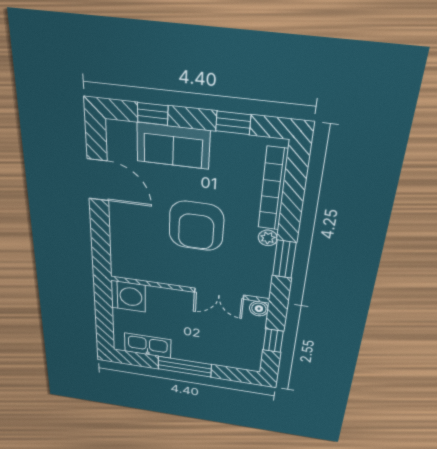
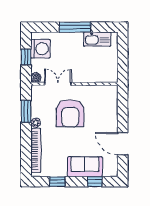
armchair: (196, 226) -> (70, 113), moved, turned 180
washing machine: (128, 296) -> (40, 49), moved, turned 180

